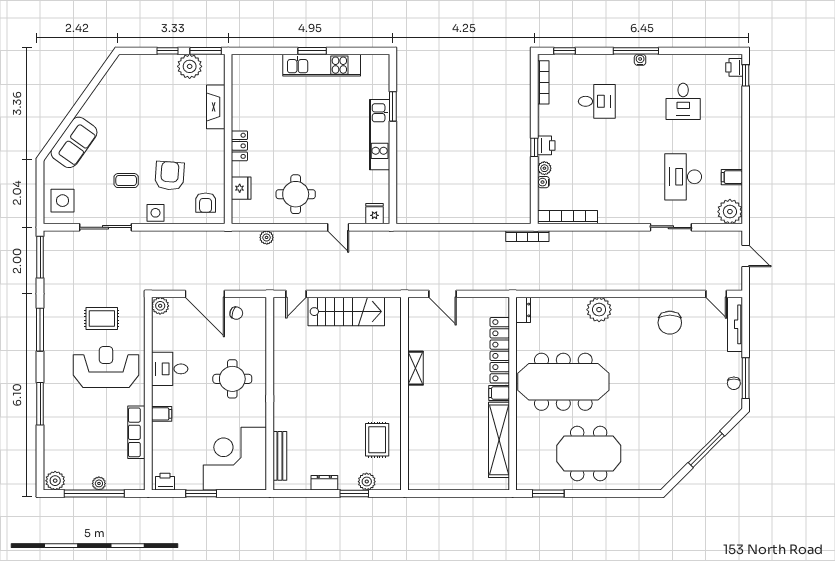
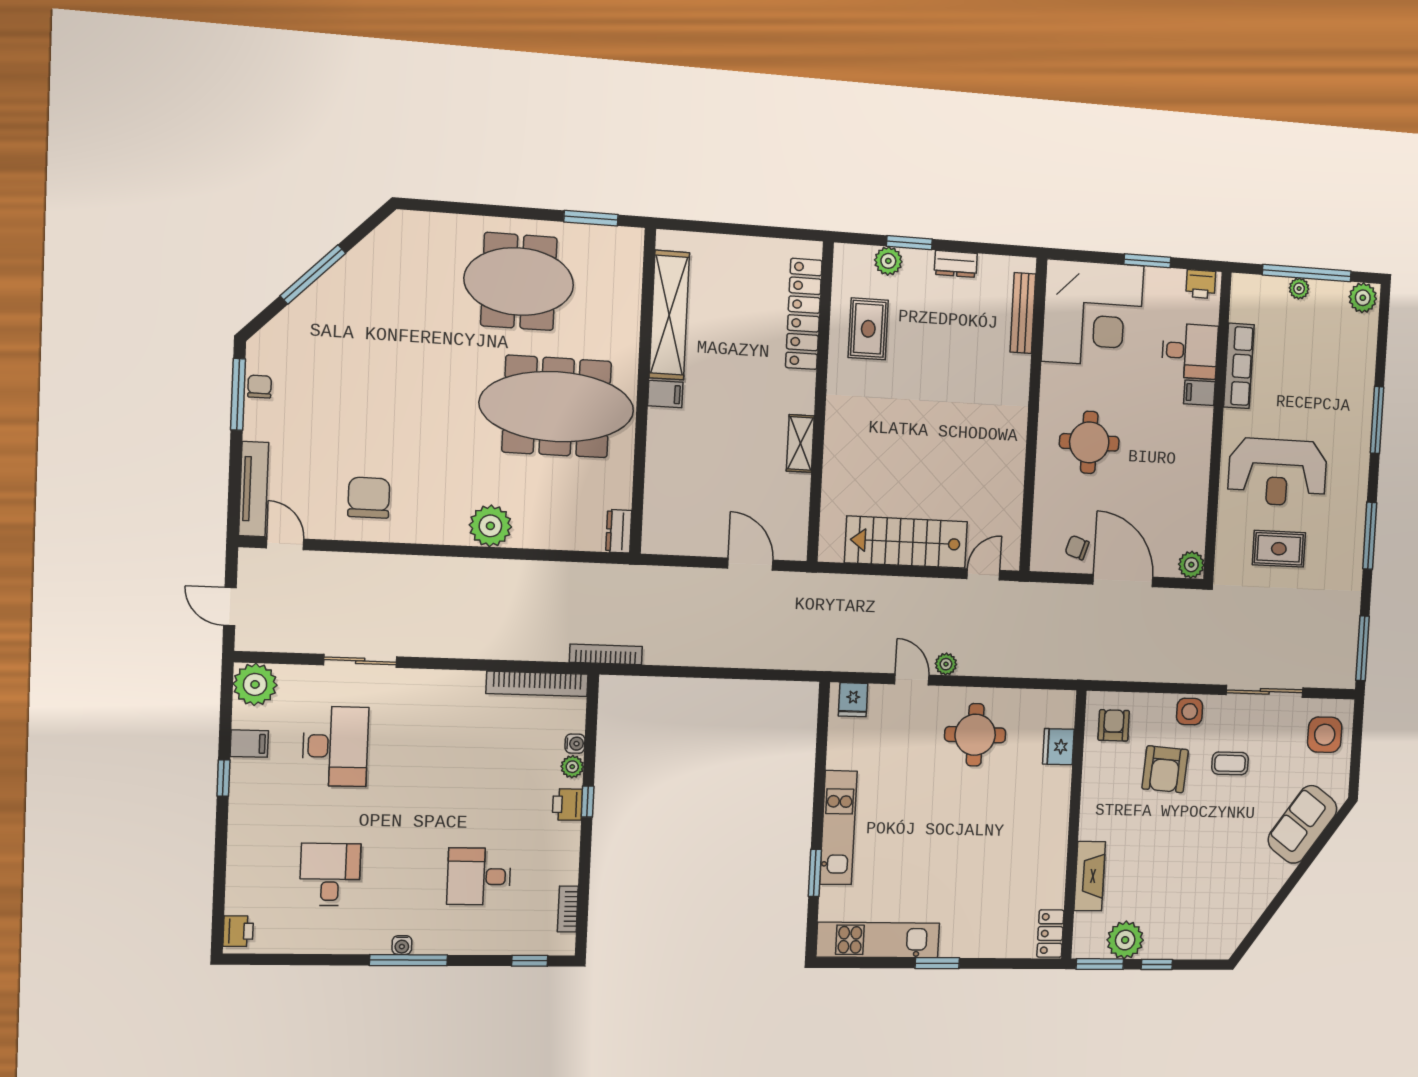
kitchen unit: (322, 65) -> (878, 940), moved
window: (746, 75) -> (223, 778), moved
bookcase: (543, 82) -> (568, 909), width x0.64
locker: (239, 146) -> (1050, 934), moved
plant: (267, 237) -> (946, 664), moved
locker: (500, 350) -> (804, 314), moved, turned 180
desk: (170, 369) -> (1190, 351), moved

